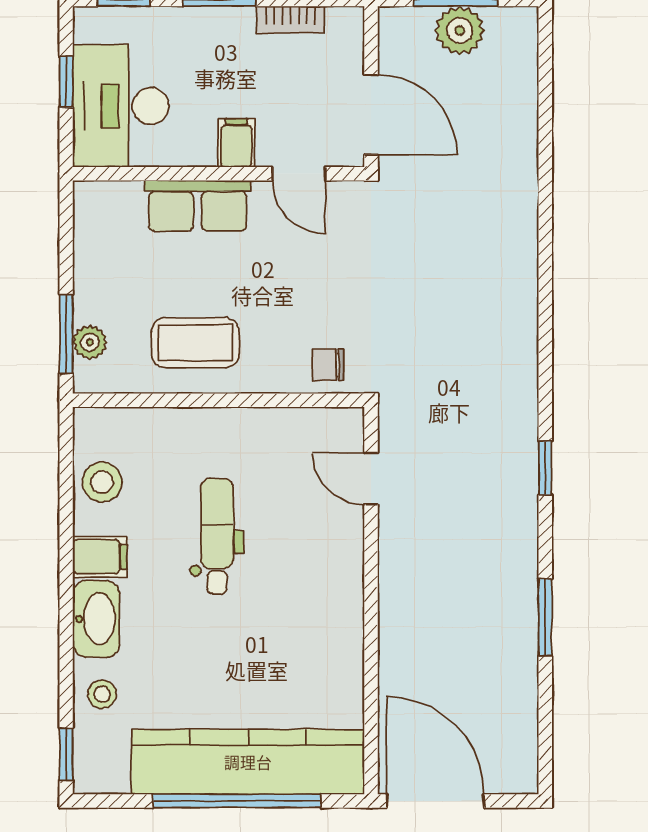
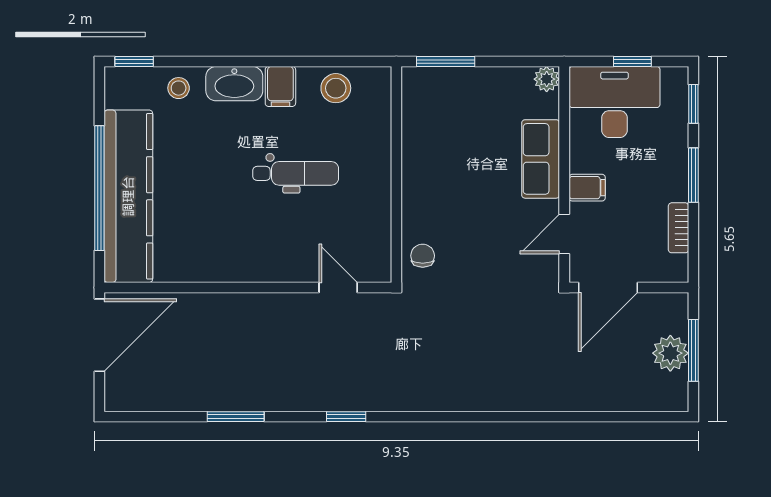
plant: (90, 342) -> (547, 79), moved
coffee table: (195, 343) -> (439, 157), removed
door: (371, 479) -> (338, 287), hinge flipped

